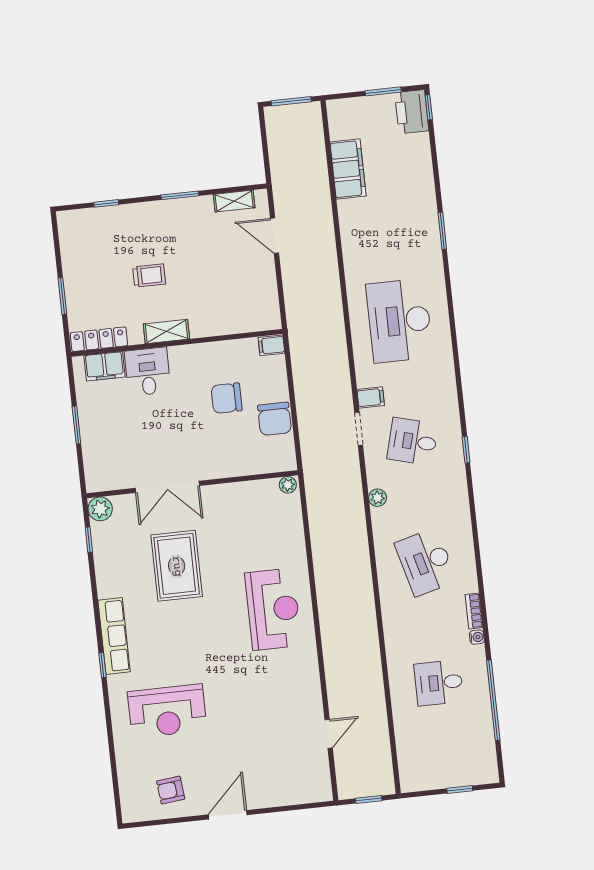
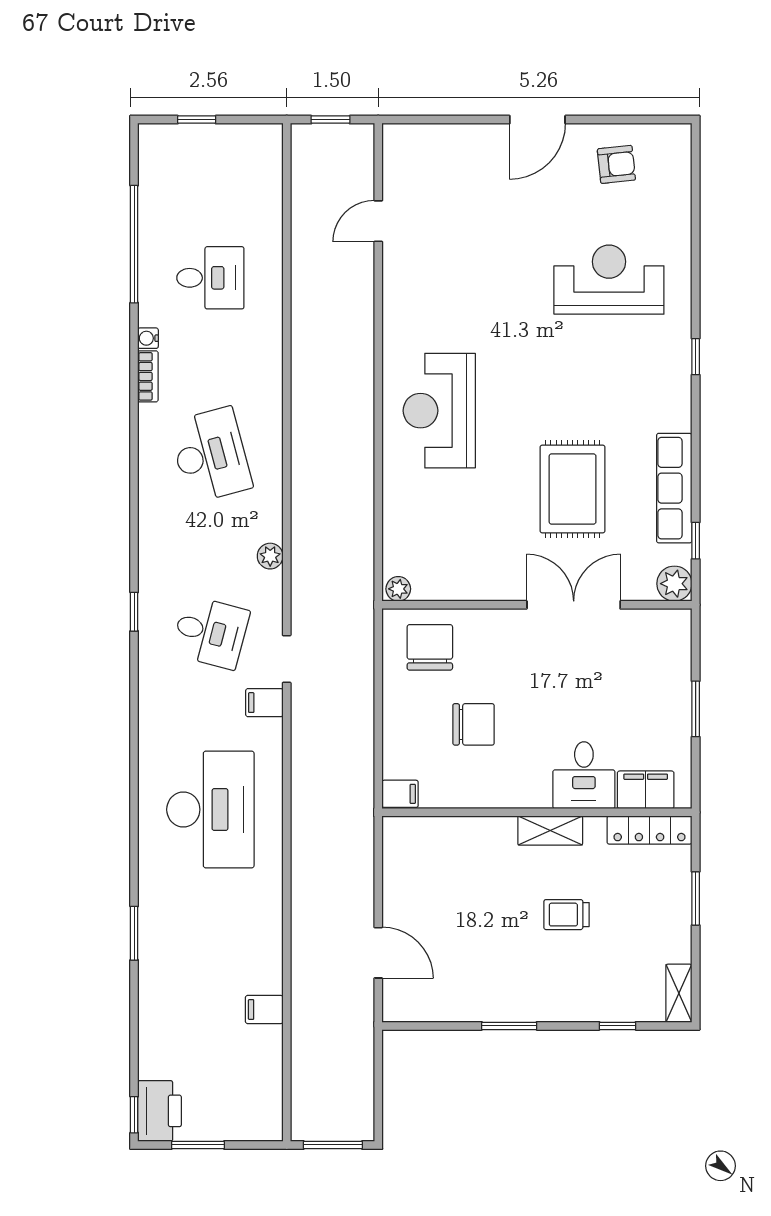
filing cabinet: (348, 169) -> (264, 1009), width x0.33, depth x0.86
shelving: (234, 201) -> (679, 993), moved, turned 90
chair: (275, 419) -> (430, 647), moved
row of seats: (114, 636) -> (674, 488), moved

